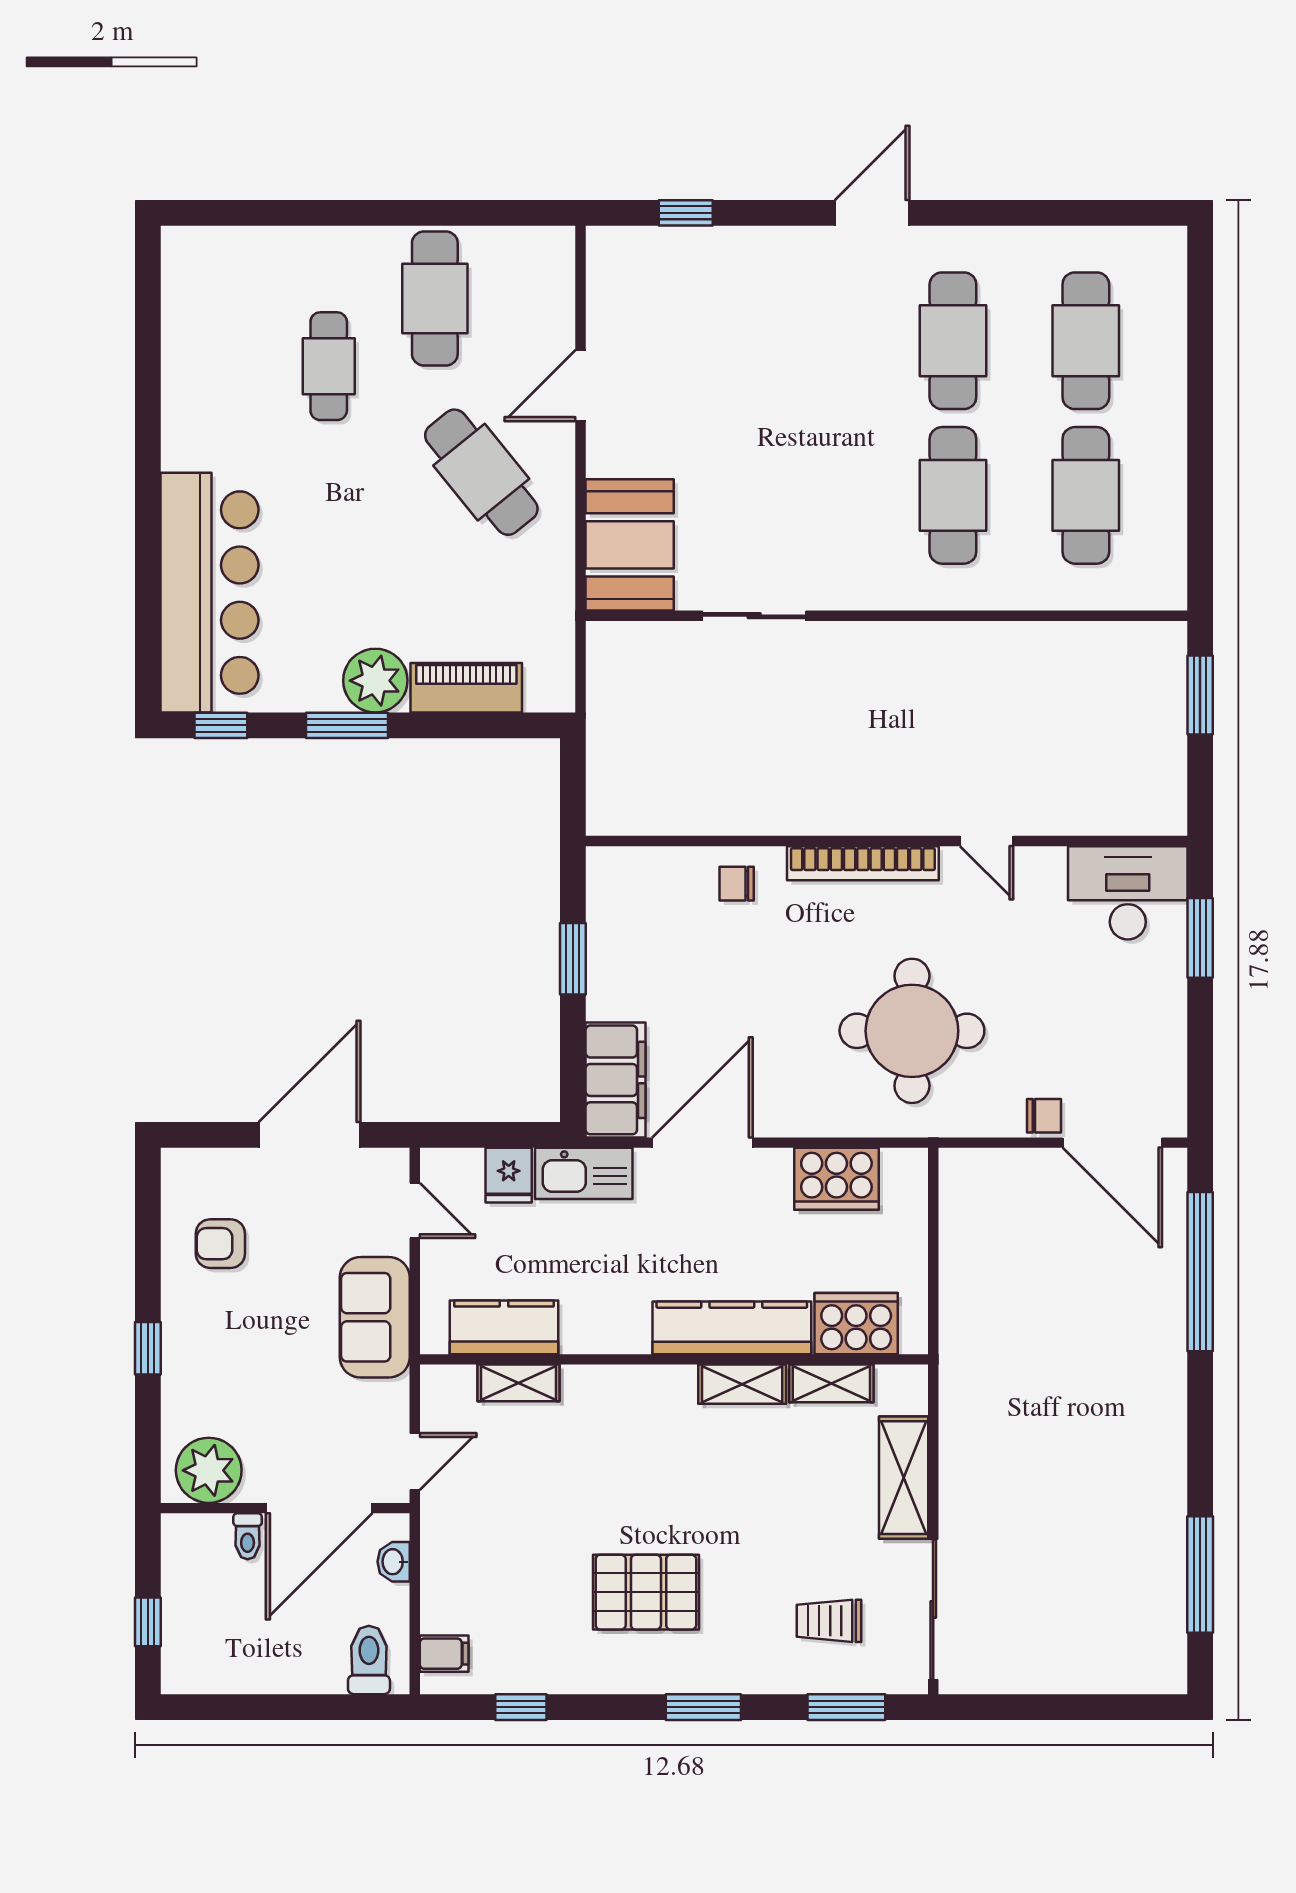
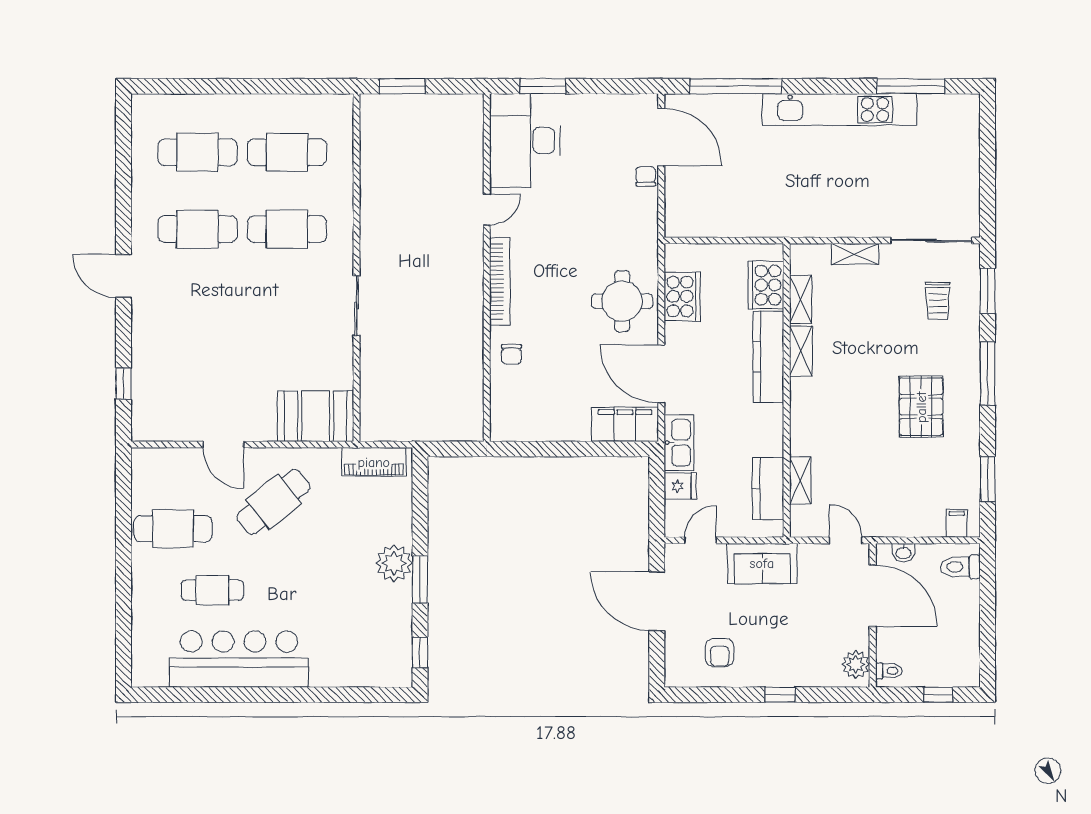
bar counter: (209, 593) -> (239, 659), moved
sliding door: (754, 616) -> (356, 306), moved
piano: (466, 688) -> (374, 462), moved, turned -90
desk: (1128, 893) -> (525, 141), width x1.36, depth x1.30
window: (573, 959) -> (555, 449), removed
round table: (912, 1031) -> (622, 301), moved, width x0.73, depth x0.73
door: (1112, 1143) -> (661, 137), hinge flipped
kitchen unit: (1160, 1451) -> (839, 110), added
plant: (209, 1470) -> (856, 665), width x0.73, depth x0.73
shelving: (904, 1478) -> (855, 254), width x0.67, depth x0.75
toilet: (248, 1536) -> (889, 671), moved
window: (521, 1707) -> (988, 479), width x1.50
window: (703, 1707) -> (988, 373), width x1.44

